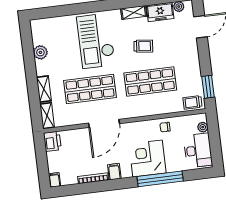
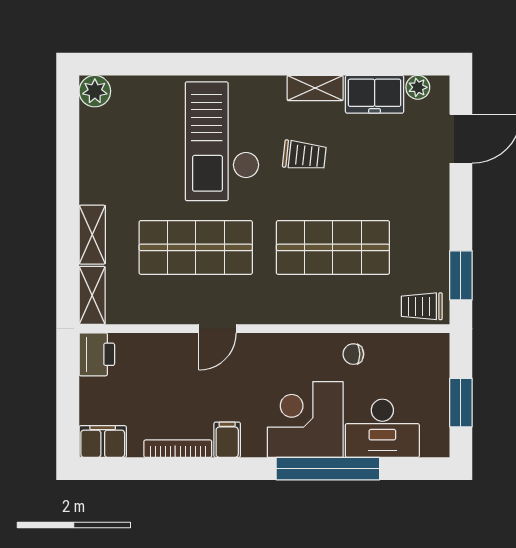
trolley: (143, 46) -> (304, 155), moved
plant: (40, 52) -> (95, 91), moved
door: (104, 123) -> (217, 329), width x0.53
plant: (203, 127) -> (438, 365), removed
window: (215, 143) -> (461, 403), added
desk: (198, 150) -> (382, 428), moved, turned 90
filing cabinet: (55, 180) -> (103, 442), width x2.00

